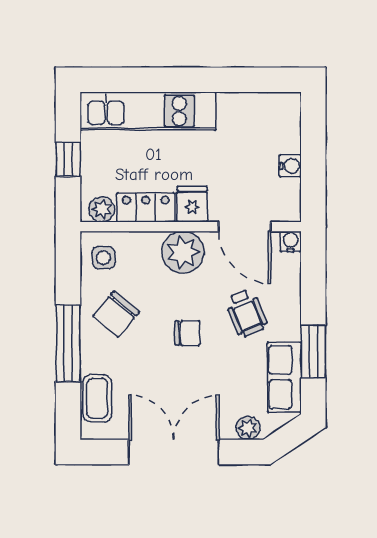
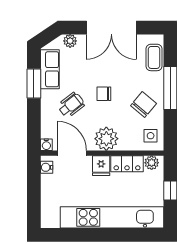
kitchen unit: (148, 111) -> (112, 217), width x1.36
water cooler: (290, 166) -> (47, 167), moved
wheelchair: (246, 313) -> (71, 105), turned 74

